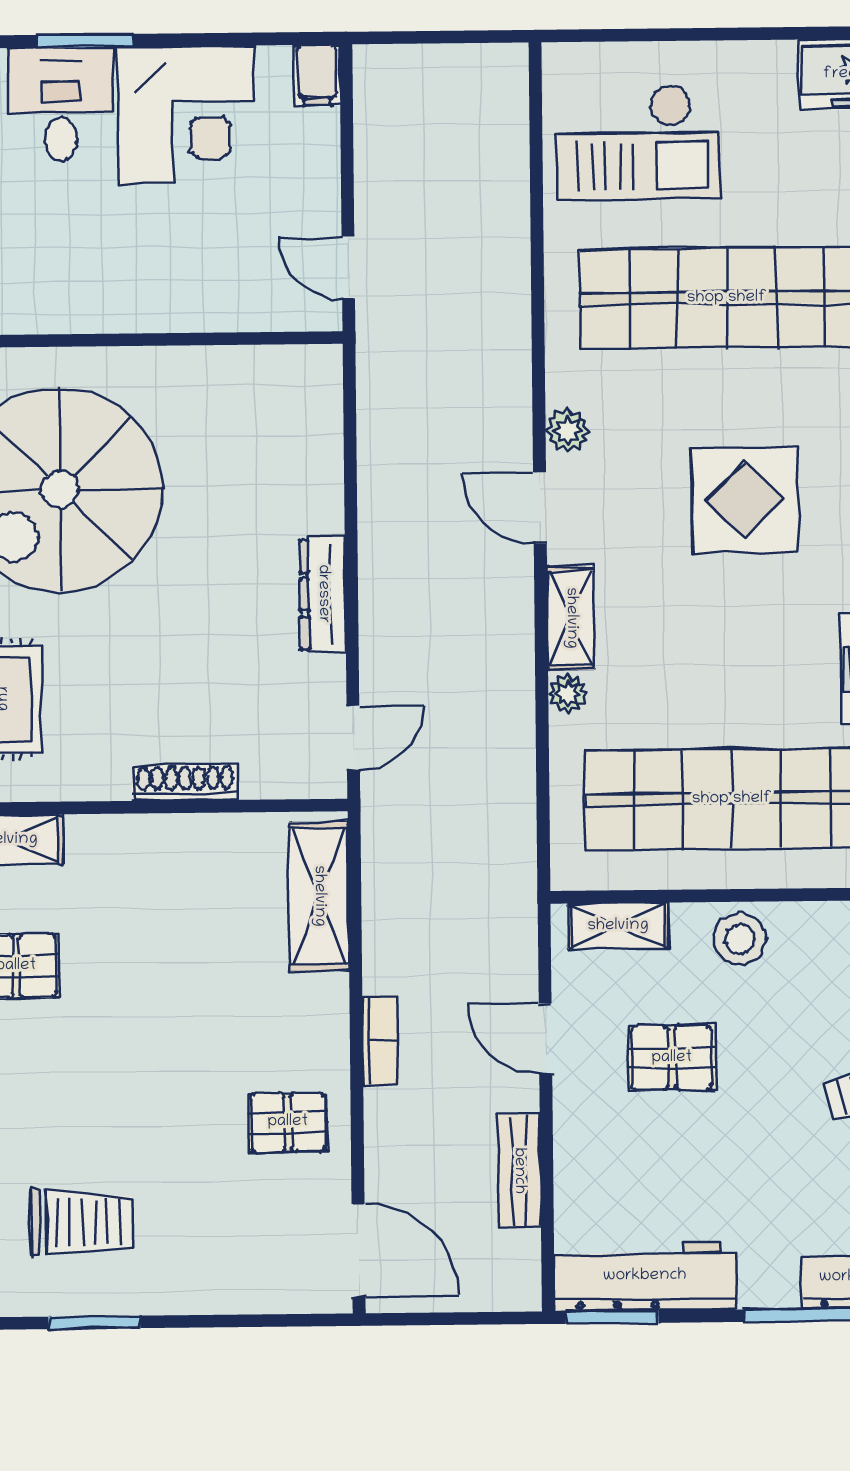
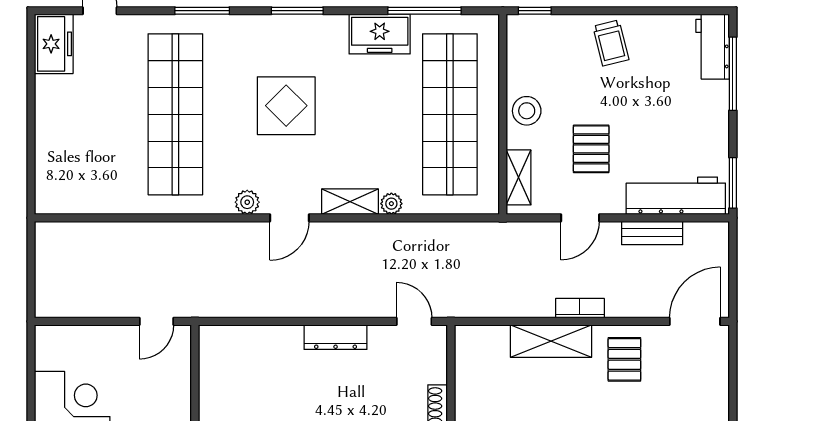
filing cabinet: (317, 75) -> (51, 337), removed
checkout: (638, 142) -> (90, 162), removed
shelving: (319, 896) -> (551, 341), moved
workbench: (645, 1276) -> (676, 196), moved, turned 90

